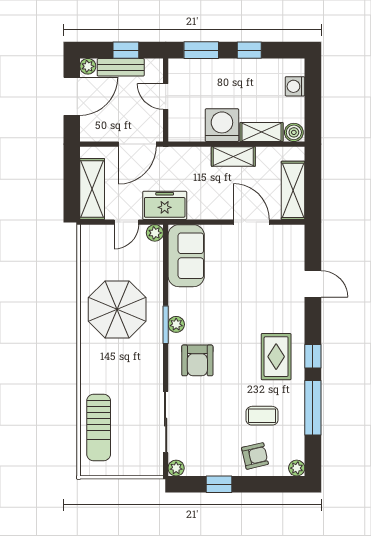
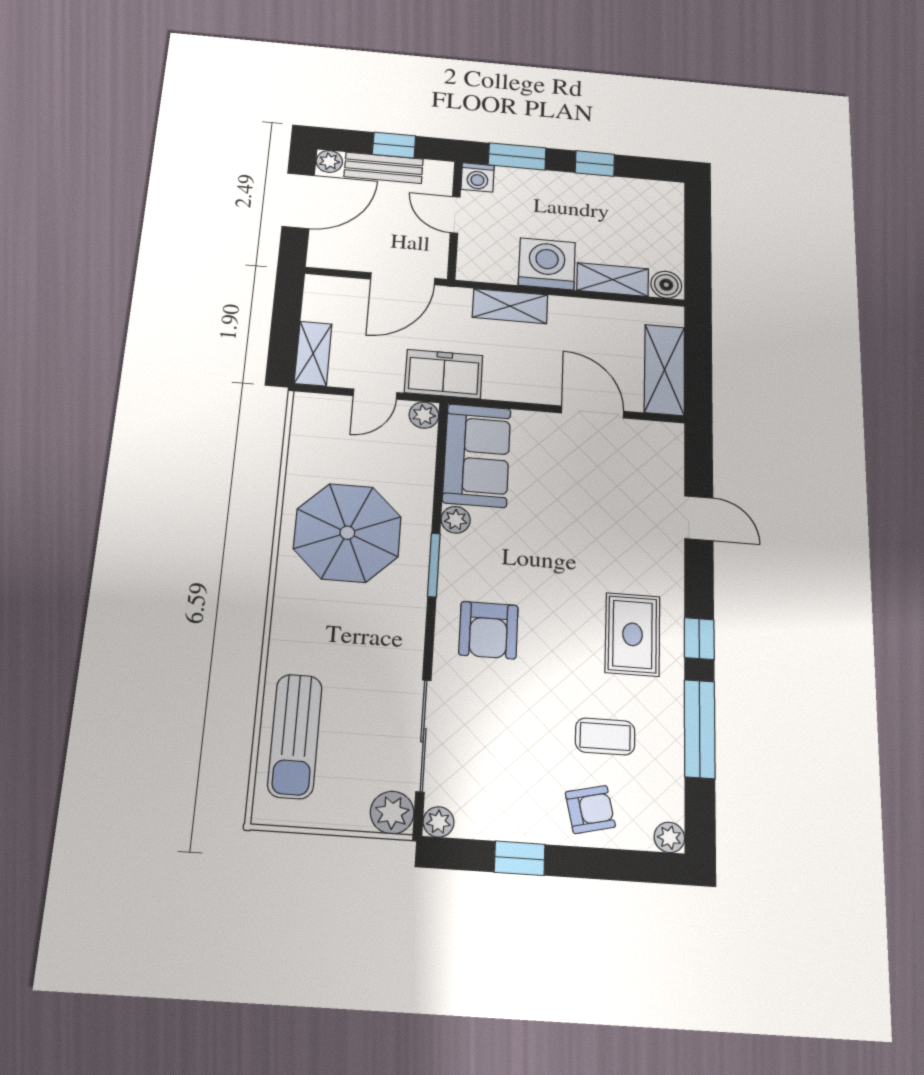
washing machine: (295, 86) -> (478, 177), moved, turned -90
shelving: (233, 156) -> (510, 306), moved
shelving: (92, 189) -> (313, 354), width x0.67, depth x0.75
plant: (176, 324) -> (456, 520), moved
plant: (152, 465) -> (392, 813), added

